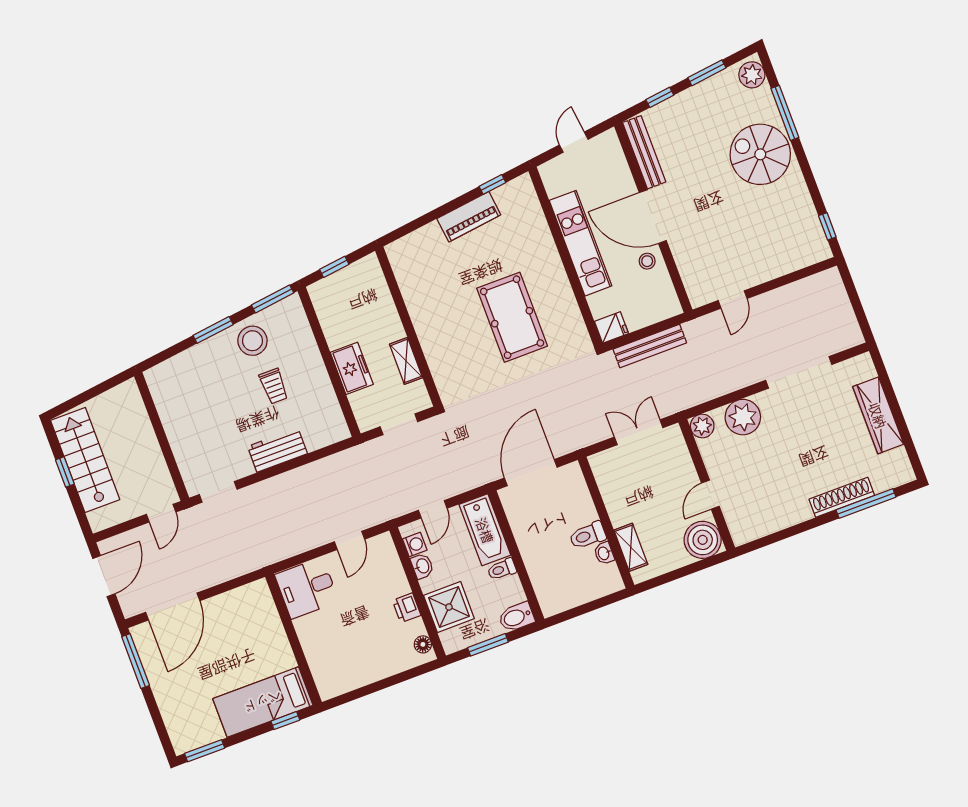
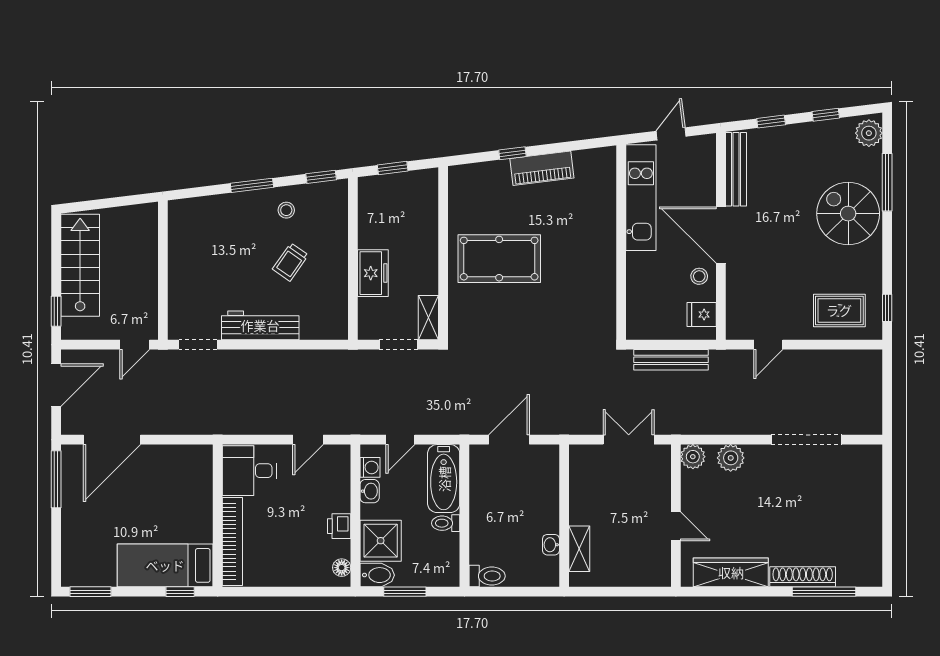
window: (707, 73) -> (826, 115), width x0.67
window: (492, 184) -> (512, 153), moved
kitchen unit: (580, 243) -> (641, 198), moved
rug: (785, 245) -> (839, 310), added
window: (273, 299) -> (321, 177), width x0.67
pool table: (512, 317) -> (499, 259), moved, turned 90
fridge: (611, 327) -> (702, 314), moved, turned 180
stool: (252, 341) -> (286, 210), width x0.53, depth x0.53
shelving: (406, 361) -> (428, 318), moved
trolley: (274, 386) -> (290, 262), turned 35
wardrobe: (878, 415) -> (731, 572), moved, turned 90
plant: (743, 417) -> (731, 458), width x0.73, depth x0.73
workbench: (277, 450) -> (260, 325), width x1.38
window: (65, 472) -> (56, 311), moved
door: (531, 473) -> (509, 440), width x0.73
door: (710, 495) -> (676, 526), swing flipped
toilet: (588, 535) -> (487, 576), moved, turned 180
boiler: (703, 540) -> (652, 568), removed
bidet: (516, 617) -> (377, 575), moved, turned 180
bookcase: (315, 658) -> (232, 542), added

